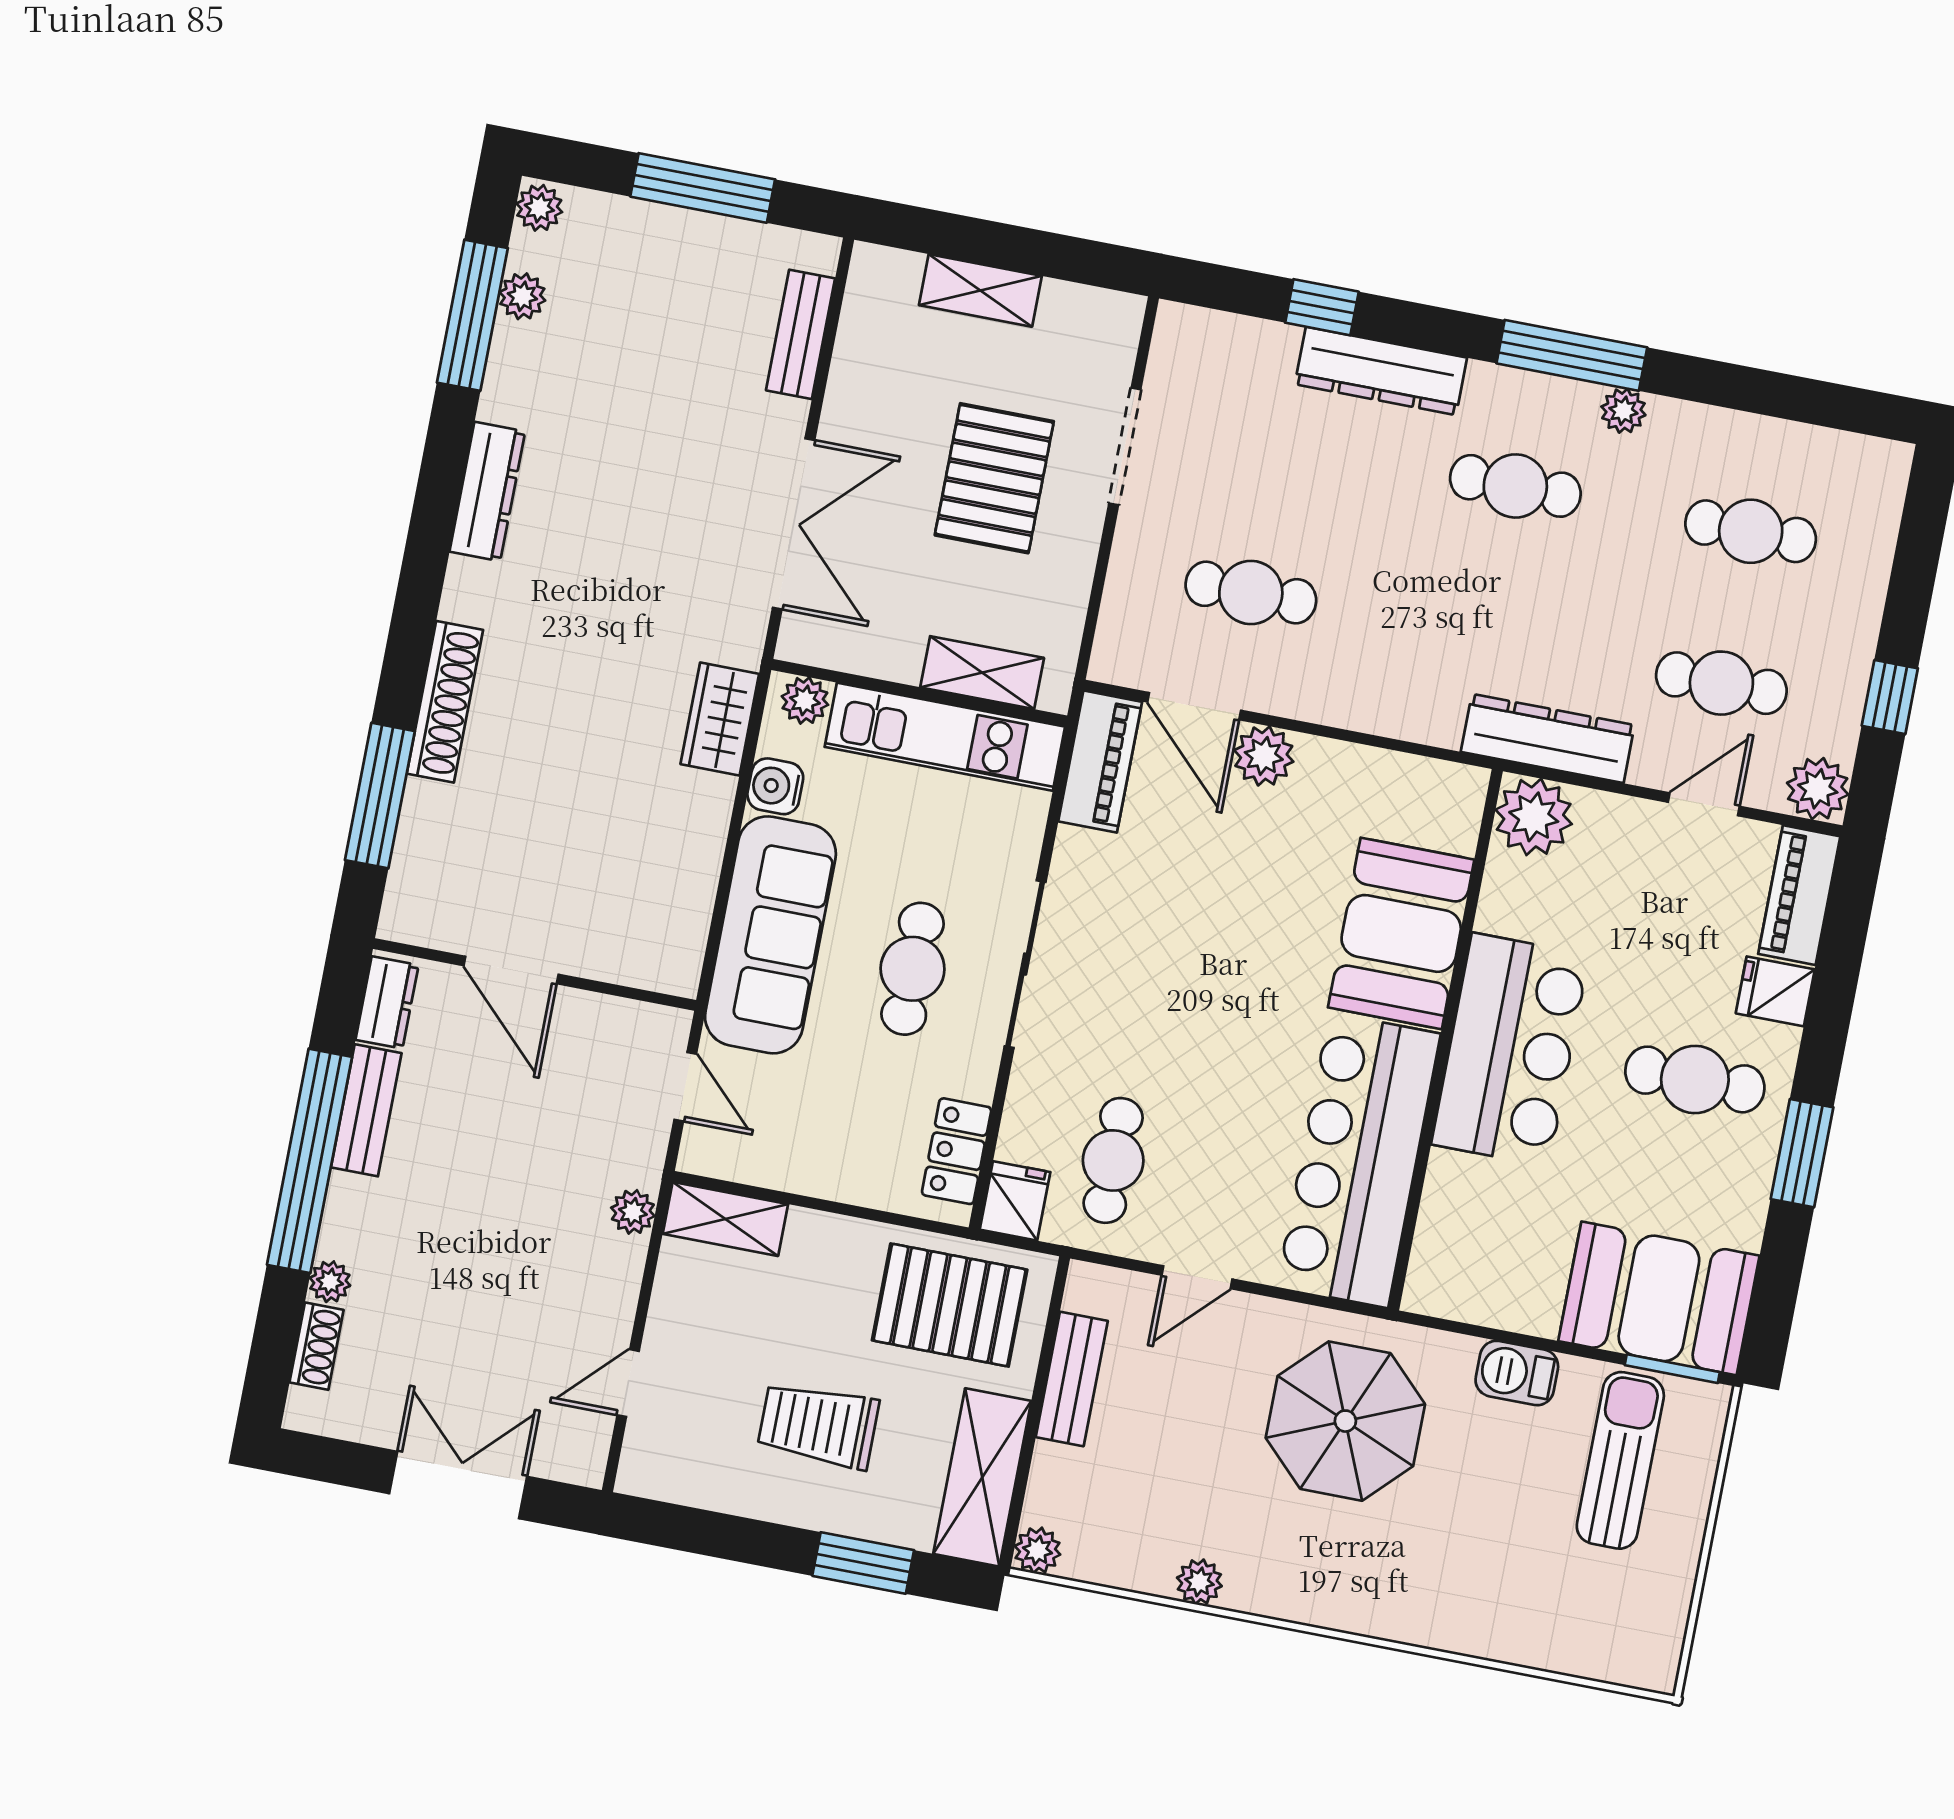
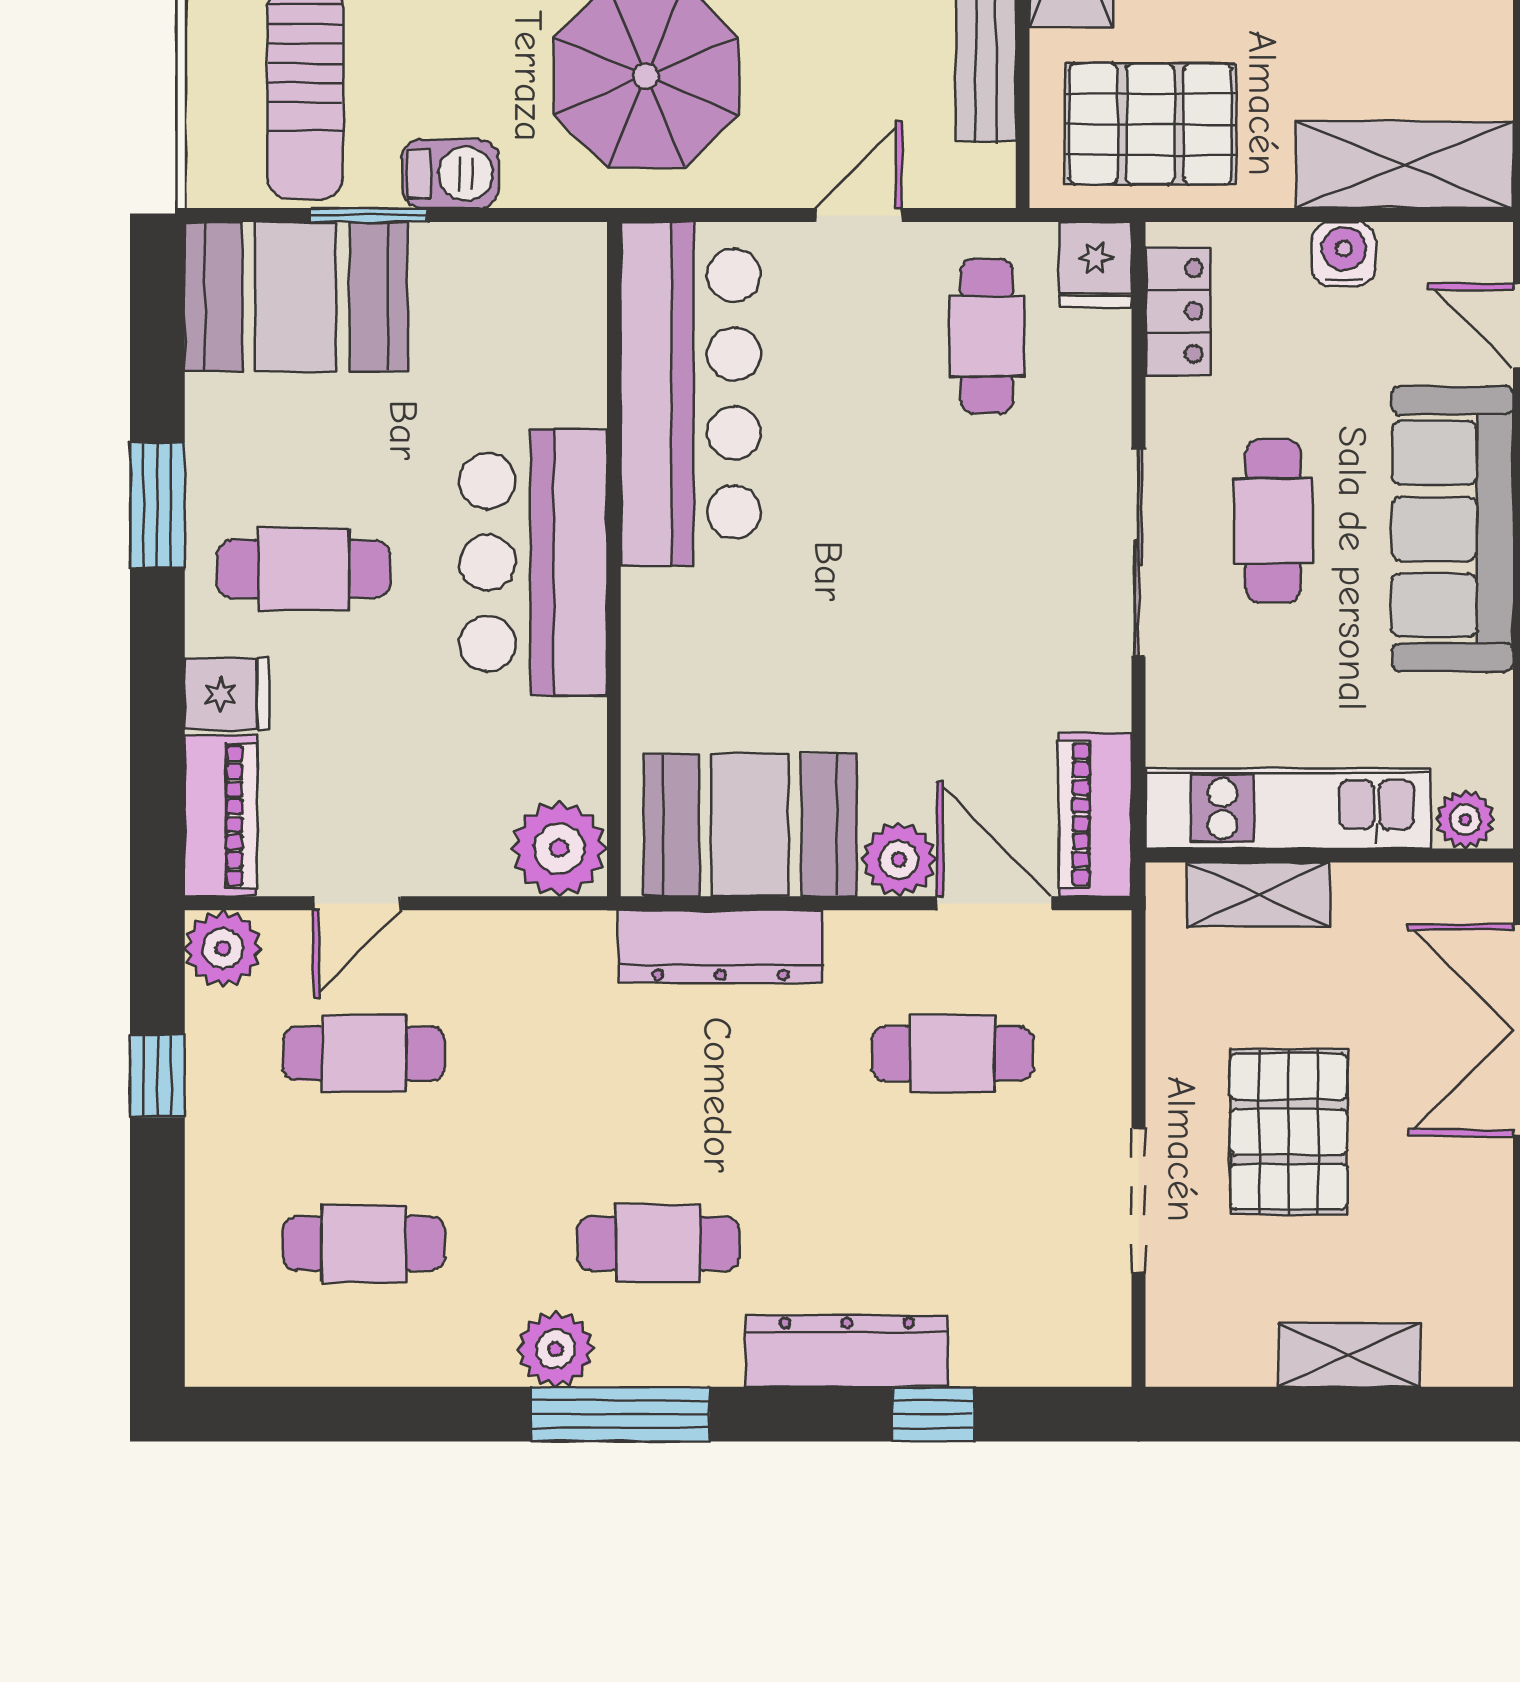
plant: (1623, 411) -> (556, 1349), width x1.38, depth x1.38
dresser: (1548, 738) -> (721, 946), moved
water cooler: (775, 786) -> (1344, 254), moved, turned -90
booth: (1401, 933) -> (750, 825), moved, turned 90
shelving: (725, 1219) -> (1405, 165), width x1.50, depth x1.33
window: (1672, 1369) -> (369, 215), moved

